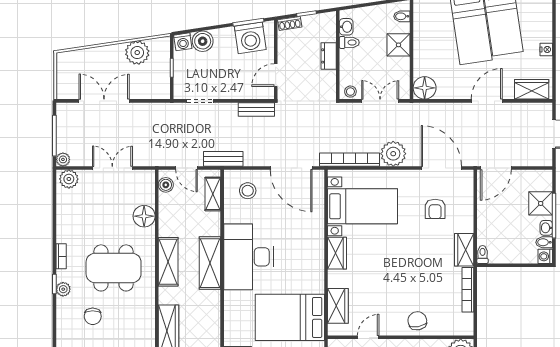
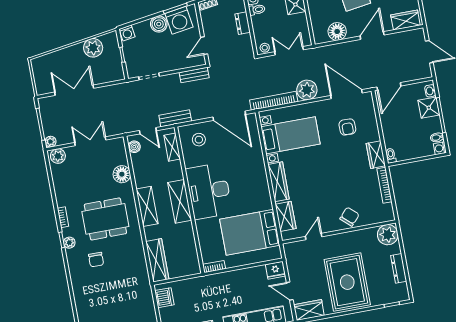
boiler: (203, 41) -> (159, 24), moved
floor lamp: (425, 88) -> (337, 31), moved
washbasin: (546, 228) -> (430, 91), moved
wardrobe: (337, 253) -> (278, 182), width x1.50
chair: (417, 321) -> (350, 217), turned 53

